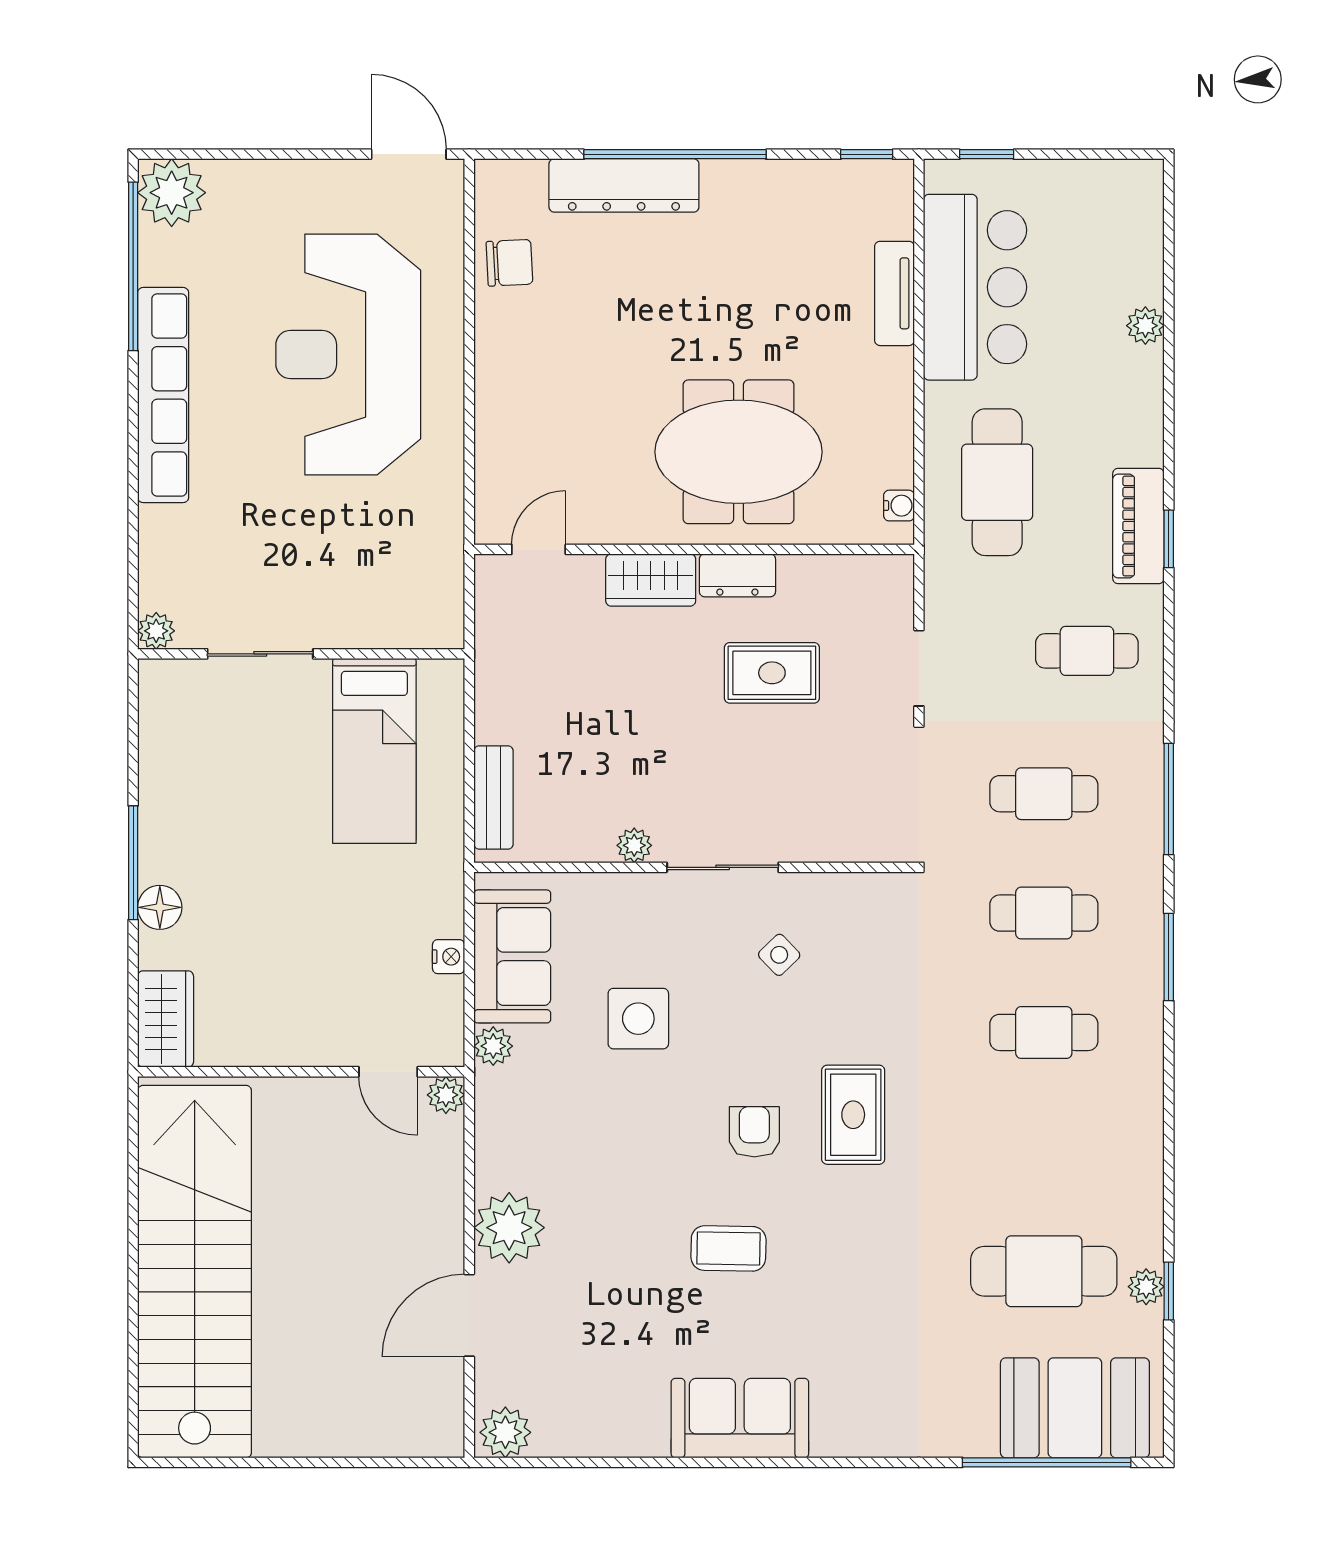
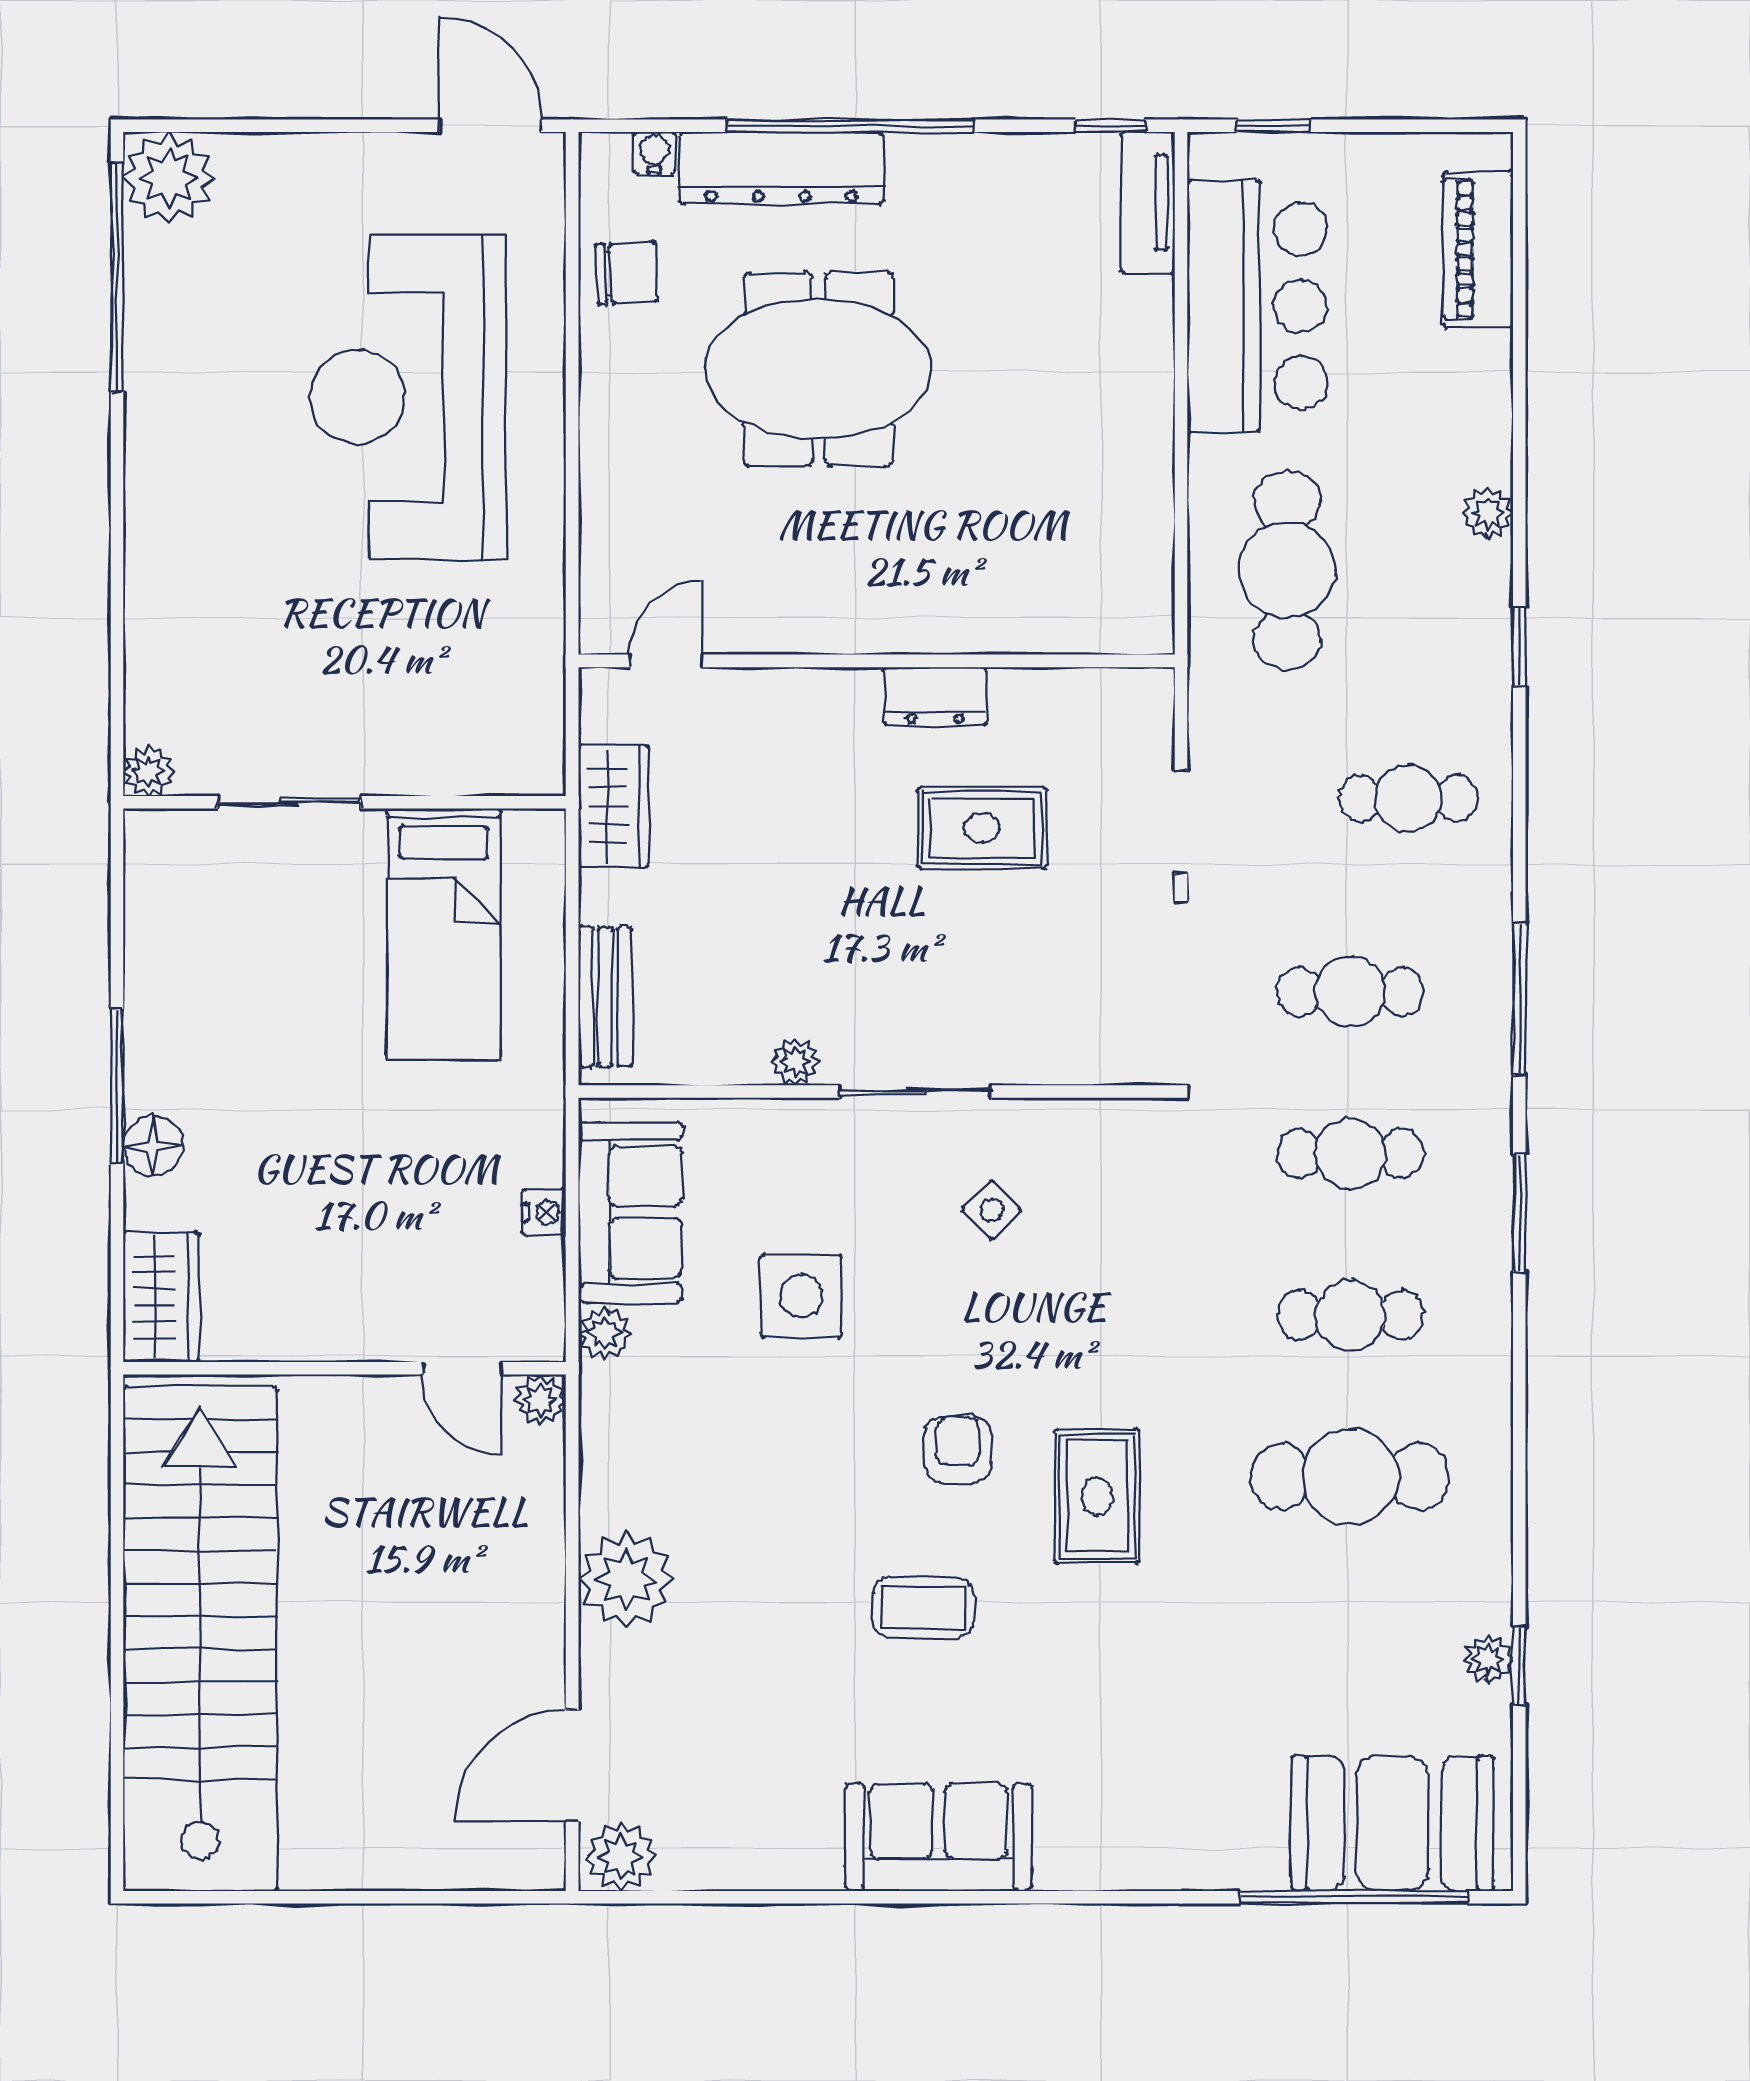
tv unit: (894, 293) -> (1148, 202), moved
plant: (1145, 326) -> (1488, 513), moved
row of seats: (163, 395) -> (158, 452), removed
meeting table: (738, 452) -> (819, 369), moved
water cooler: (899, 506) -> (654, 153), moved, turned -90
piano: (1138, 526) -> (1478, 249), moved
wardrobe: (651, 580) -> (614, 806), moved, turned -90
rug: (853, 1115) -> (1097, 1496), moved
cafe table: (1044, 1271) -> (1350, 1477), moved
door: (469, 1315) -> (572, 1766), moved

